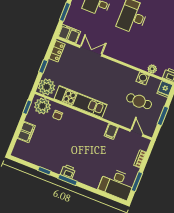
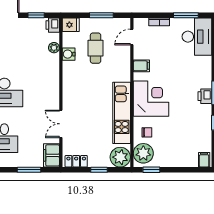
corner desk: (83, 129) -> (151, 99), added
filing cabinet: (26, 132) -> (204, 160), moved, width x0.50

